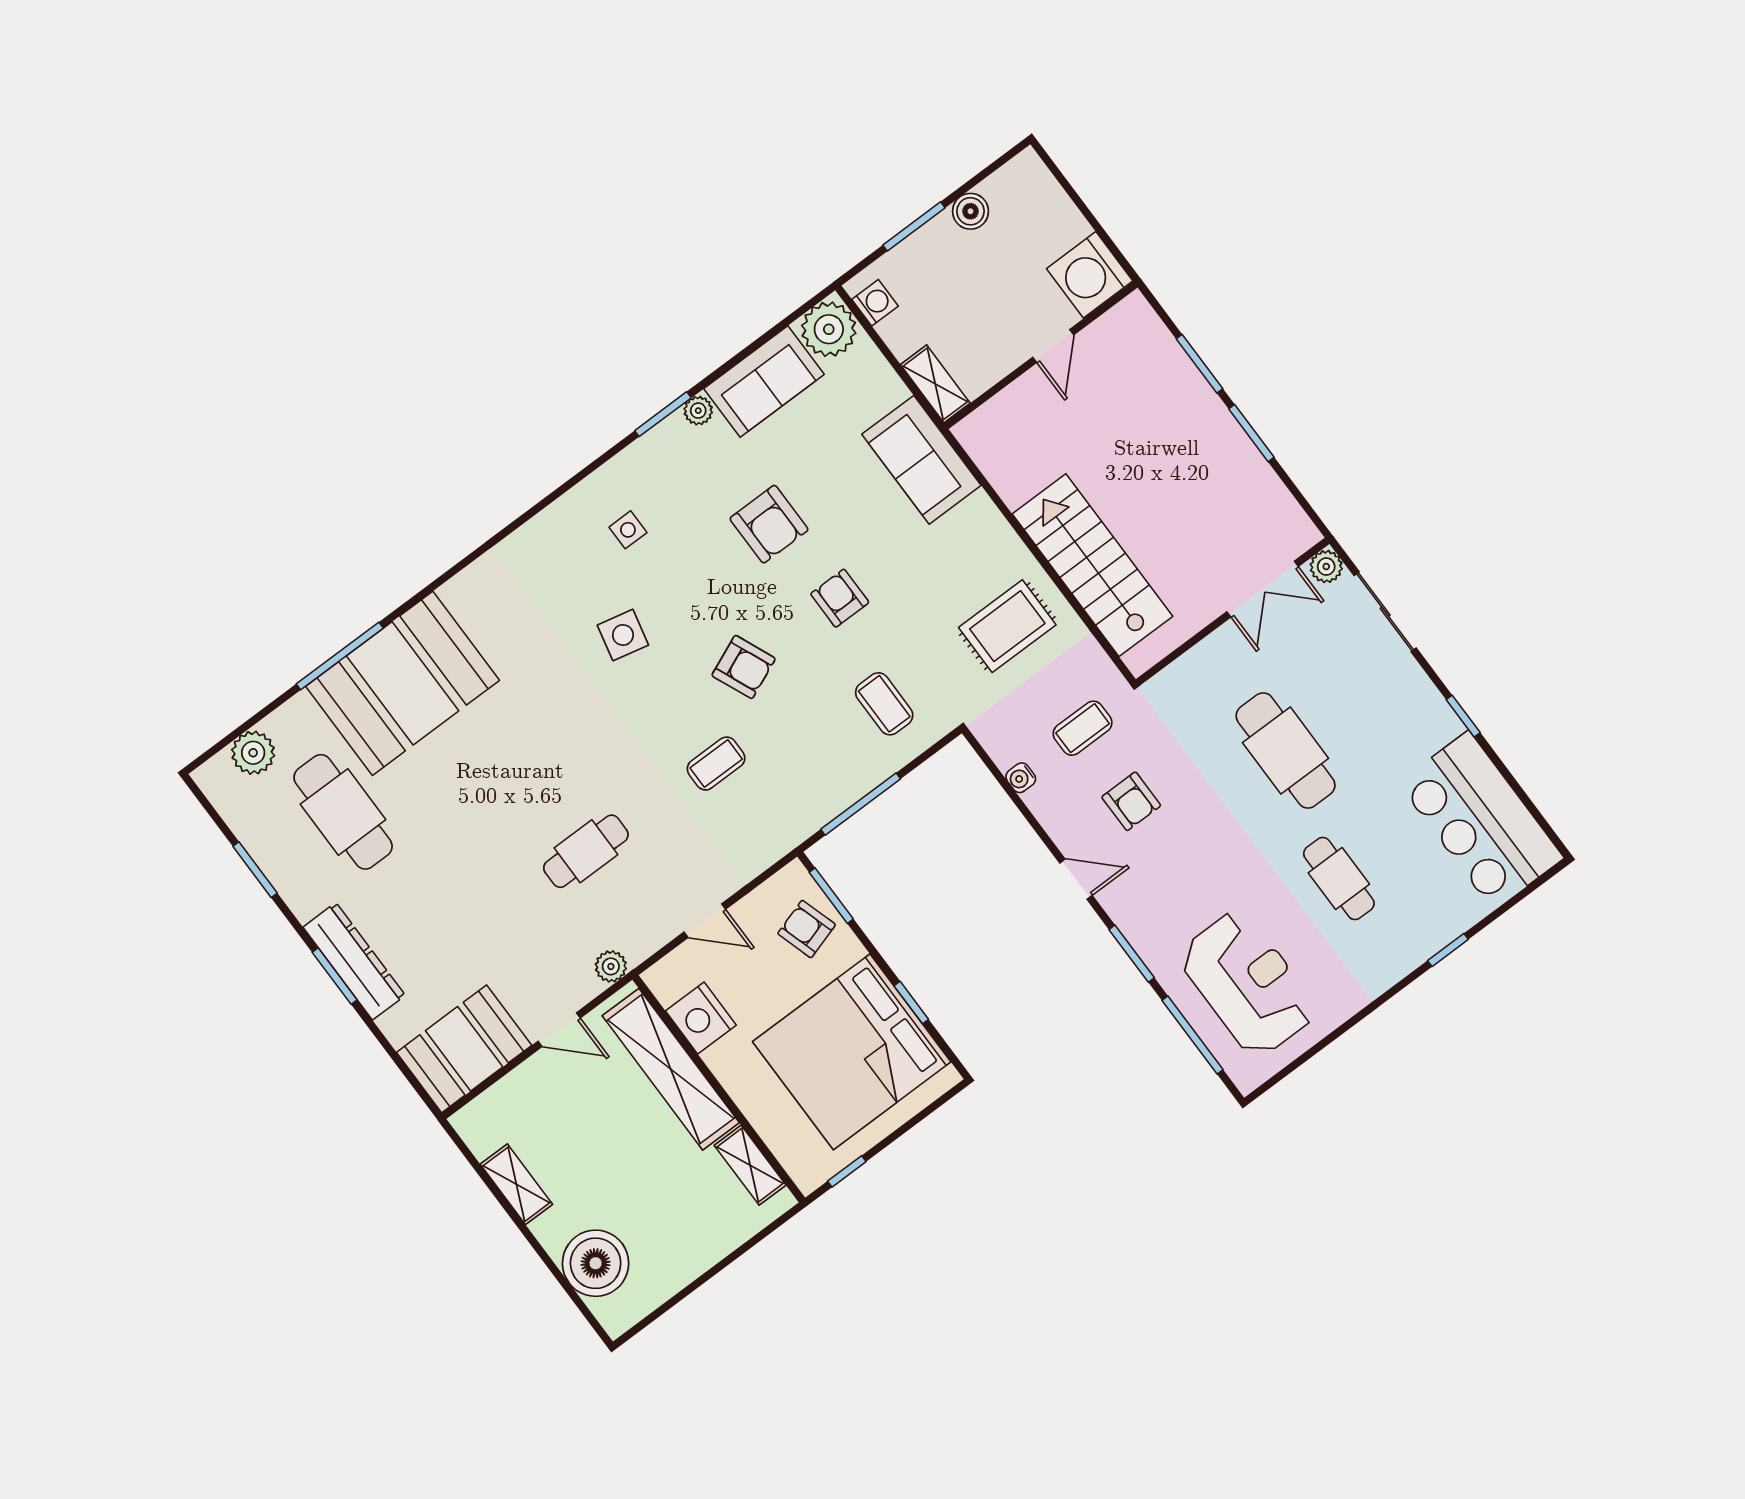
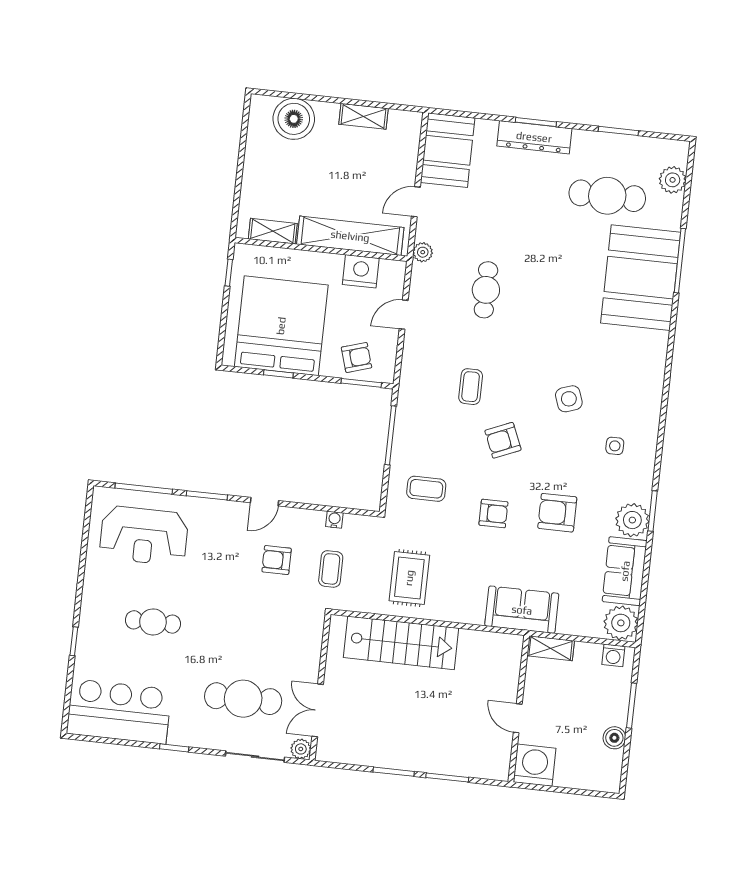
plant: (698, 411) -> (632, 520), width x1.88, depth x1.88
side table: (623, 635) -> (569, 399), turned -32
cafe table: (1286, 751) -> (243, 699), moved

